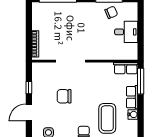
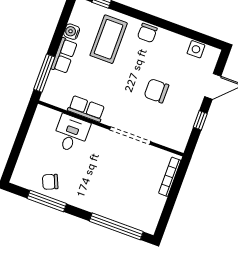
desk: (126, 32) -> (71, 134), moved, turned 90
row of seats: (126, 68) -> (86, 109), moved
chair: (64, 96) -> (156, 91), turned 180

